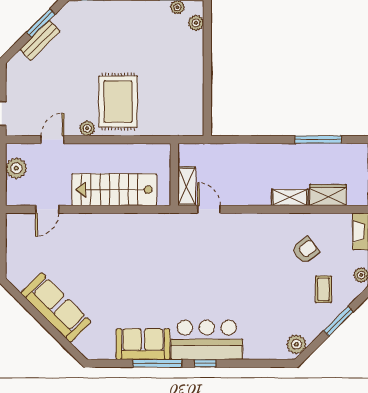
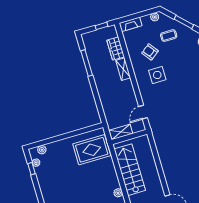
rug: (118, 102) -> (92, 150), moved
shelving: (187, 186) -> (121, 132), moved
stairs: (114, 190) -> (130, 170), moved, turned 180
side table: (264, 251) -> (157, 75), added

